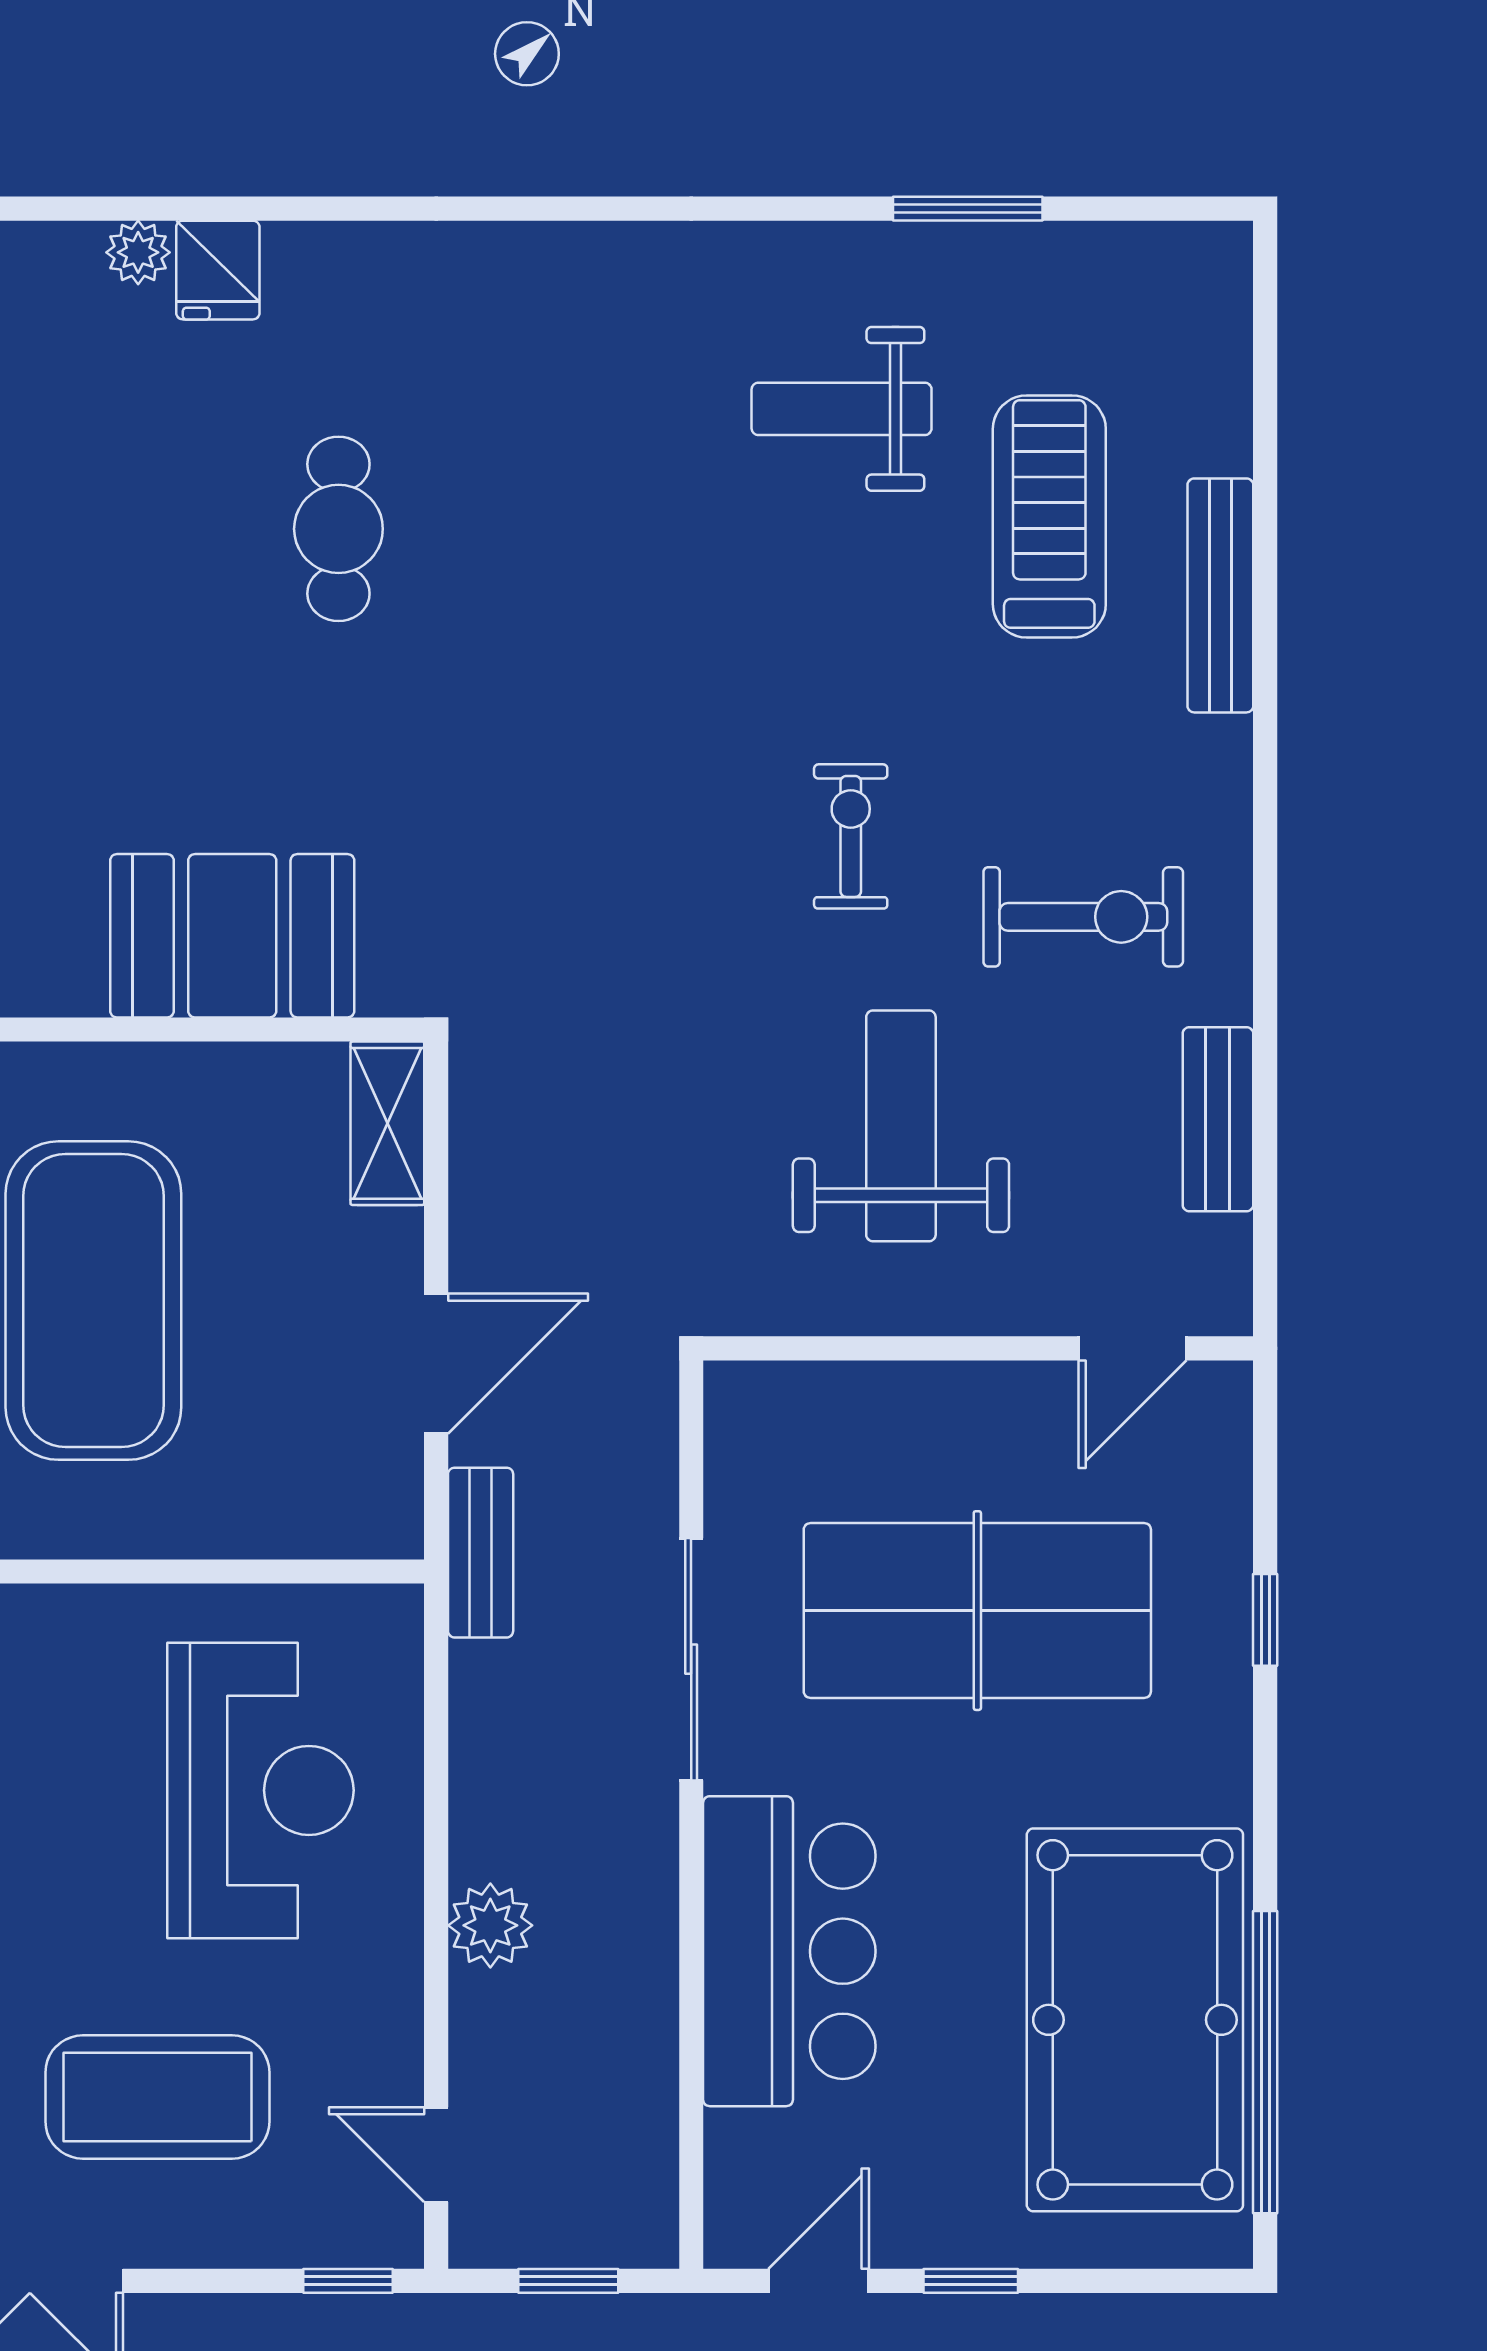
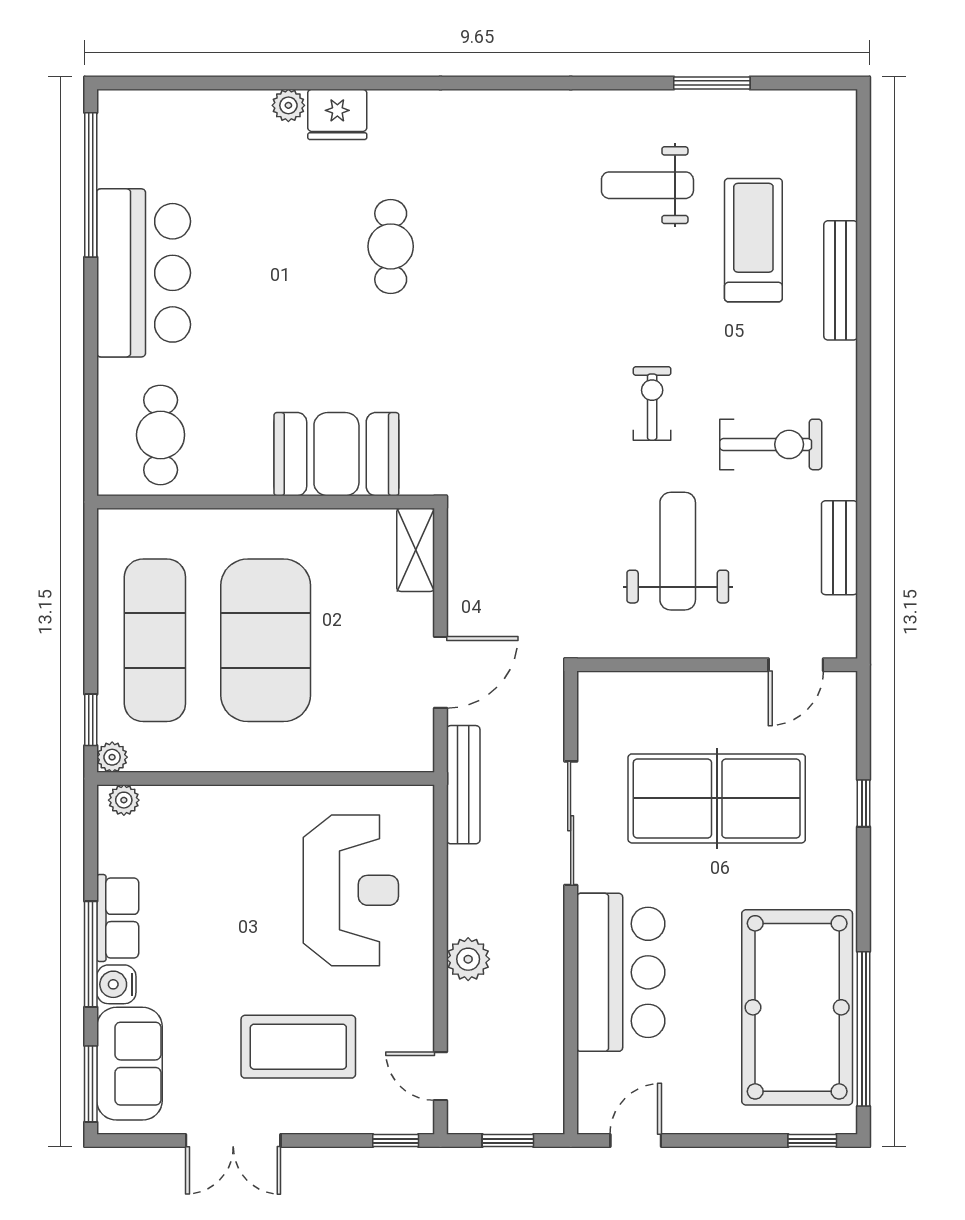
fridge: (218, 270) -> (337, 114), width x1.38
bench: (481, 1553) -> (463, 785), width x1.36
window: (971, 2281) -> (812, 1141), moved

